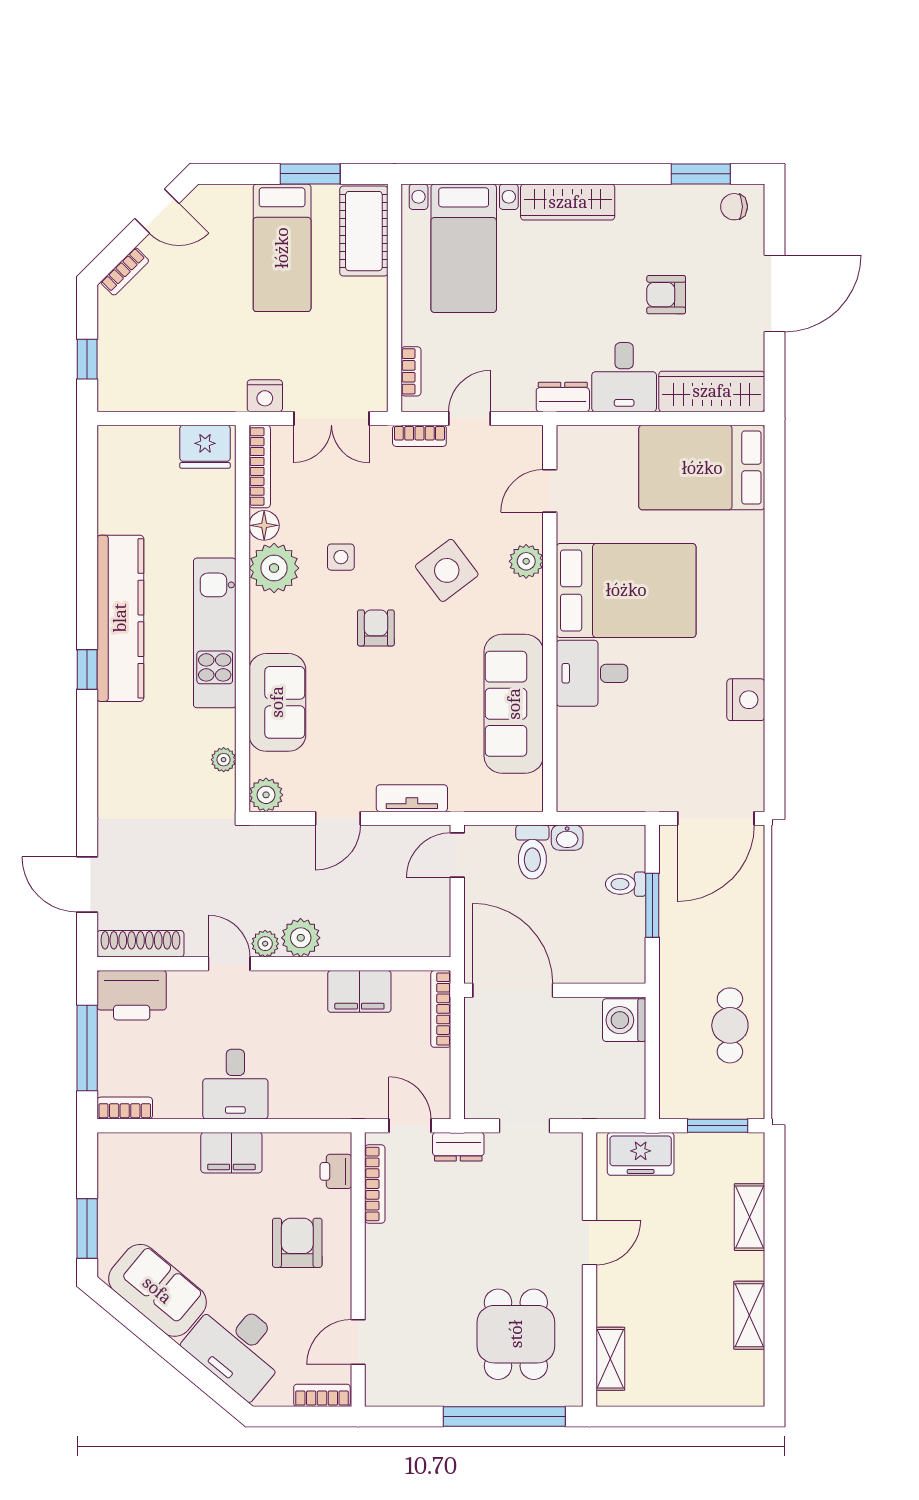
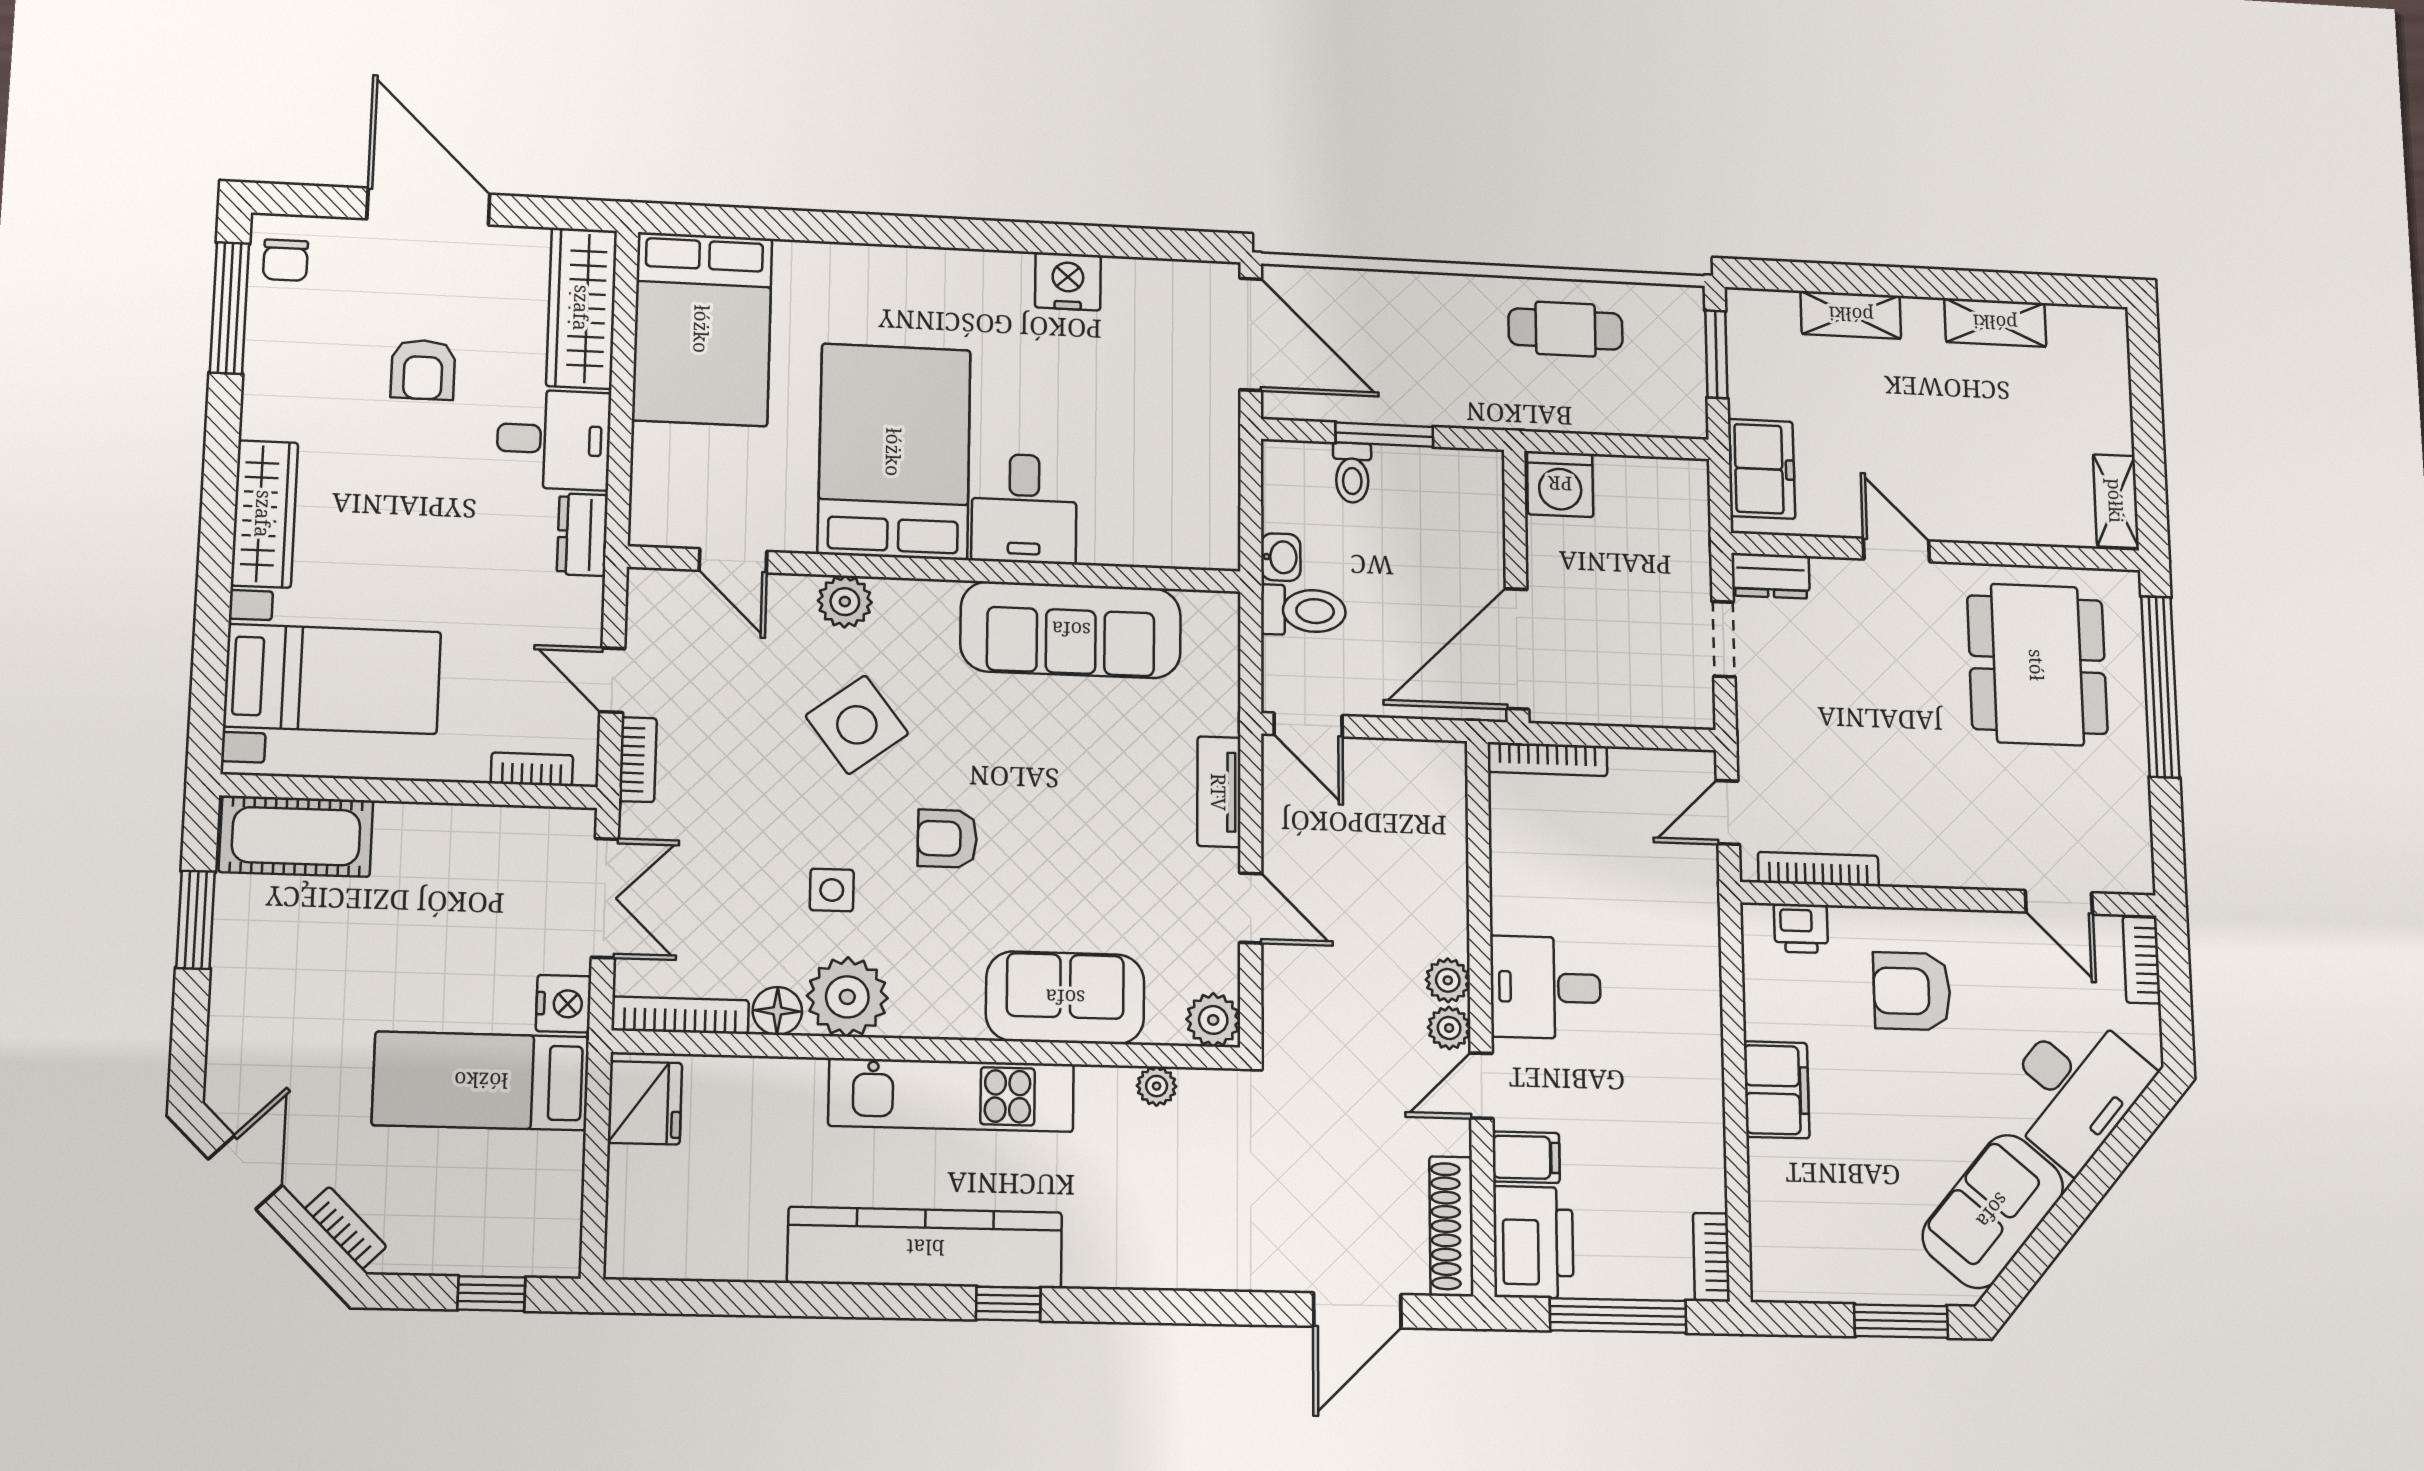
window: (701, 174) -> (229, 308), width x1.44
bed: (282, 248) -> (481, 1081), moved, turned 180
plant: (301, 938) -> (1448, 980), width x0.73, depth x0.73
filing cabinet: (359, 991) -> (1526, 1157), moved, width x0.50
desk: (235, 1084) -> (1545, 987), moved, turned 180
dresser: (458, 1147) -> (1771, 576), moved, turned 90
dining table: (516, 1334) -> (2037, 665), width x1.38
shelving: (610, 1359) -> (2116, 501), moved, turned 90

